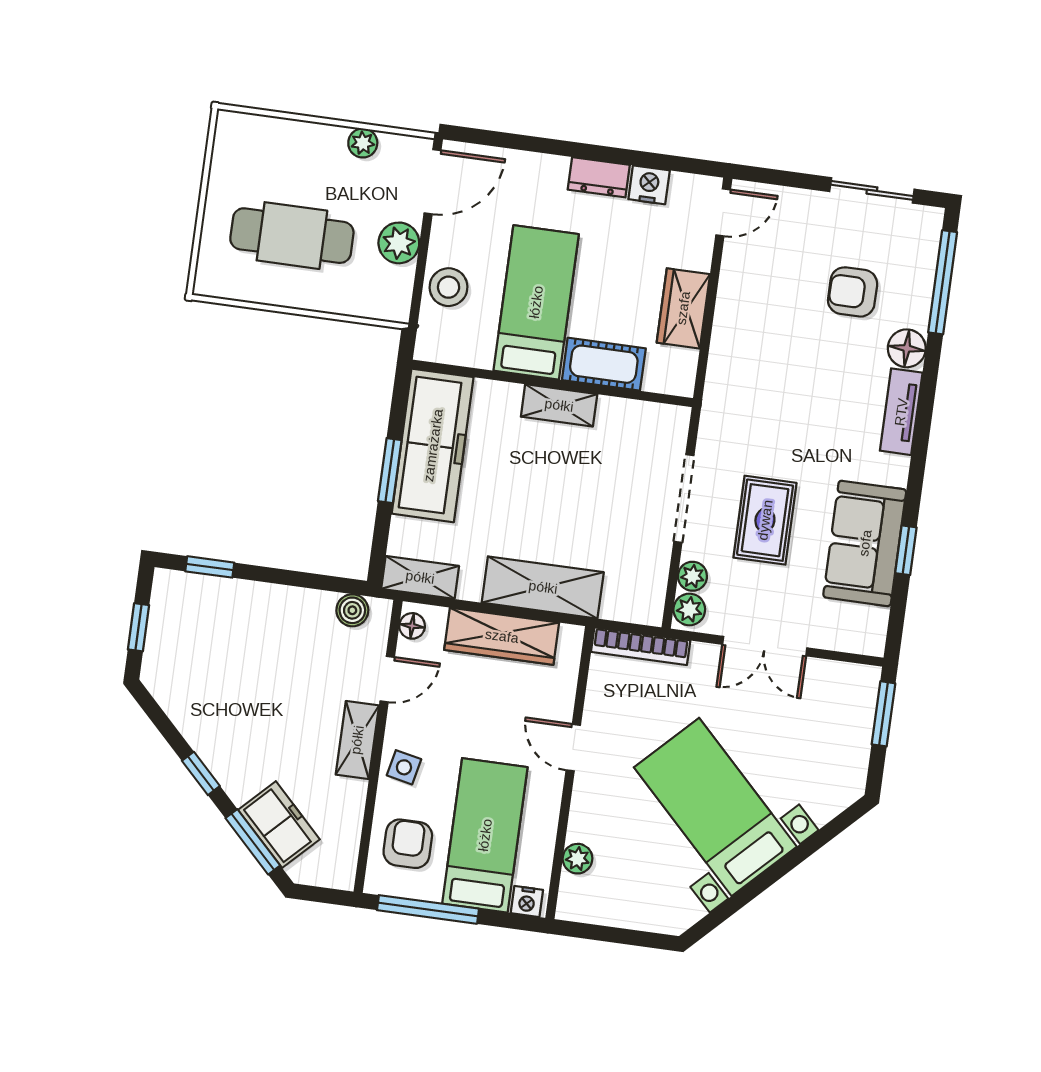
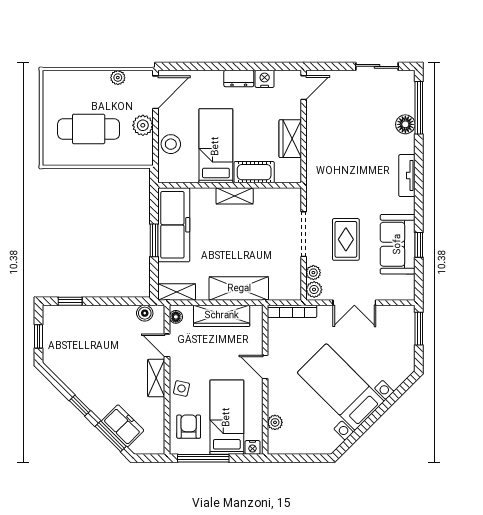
armchair: (853, 292) -> (374, 119), removed
floor lamp: (907, 348) -> (405, 124), moved
door: (387, 679) -> (167, 345), swing flipped

